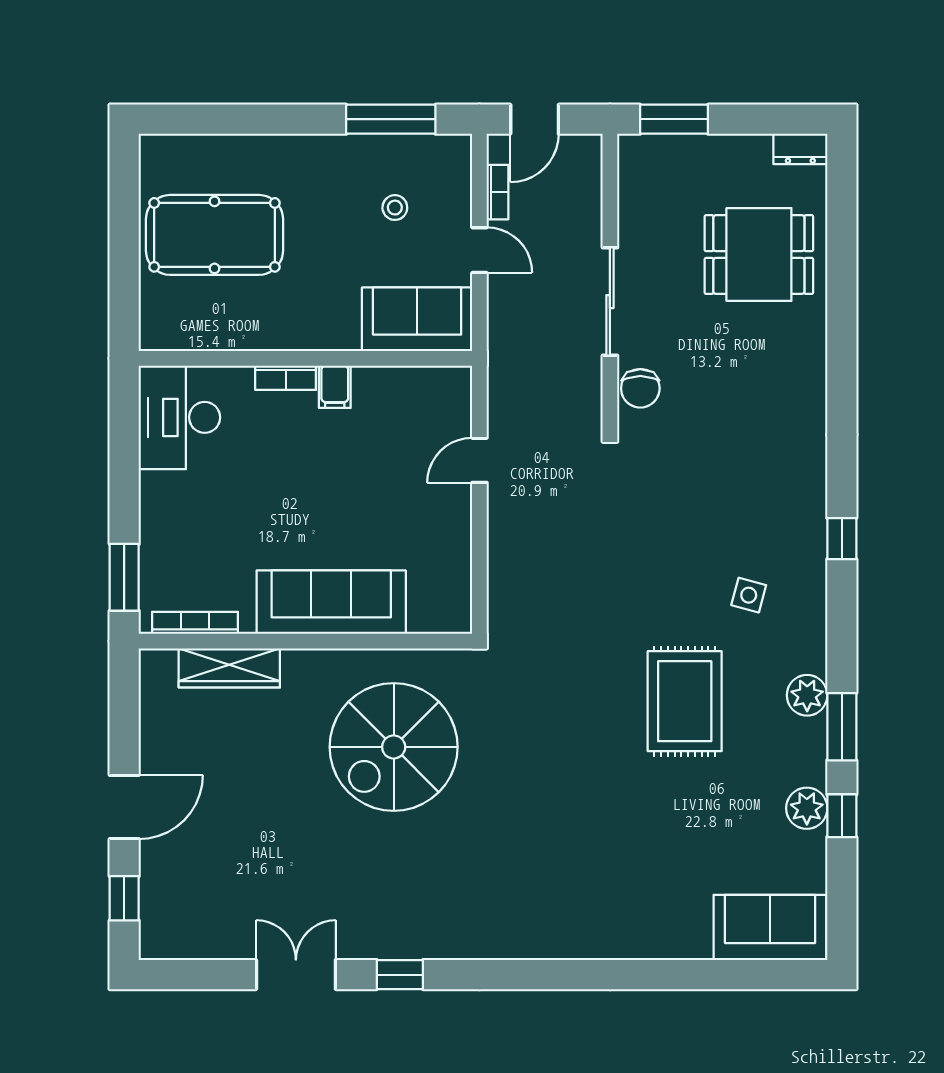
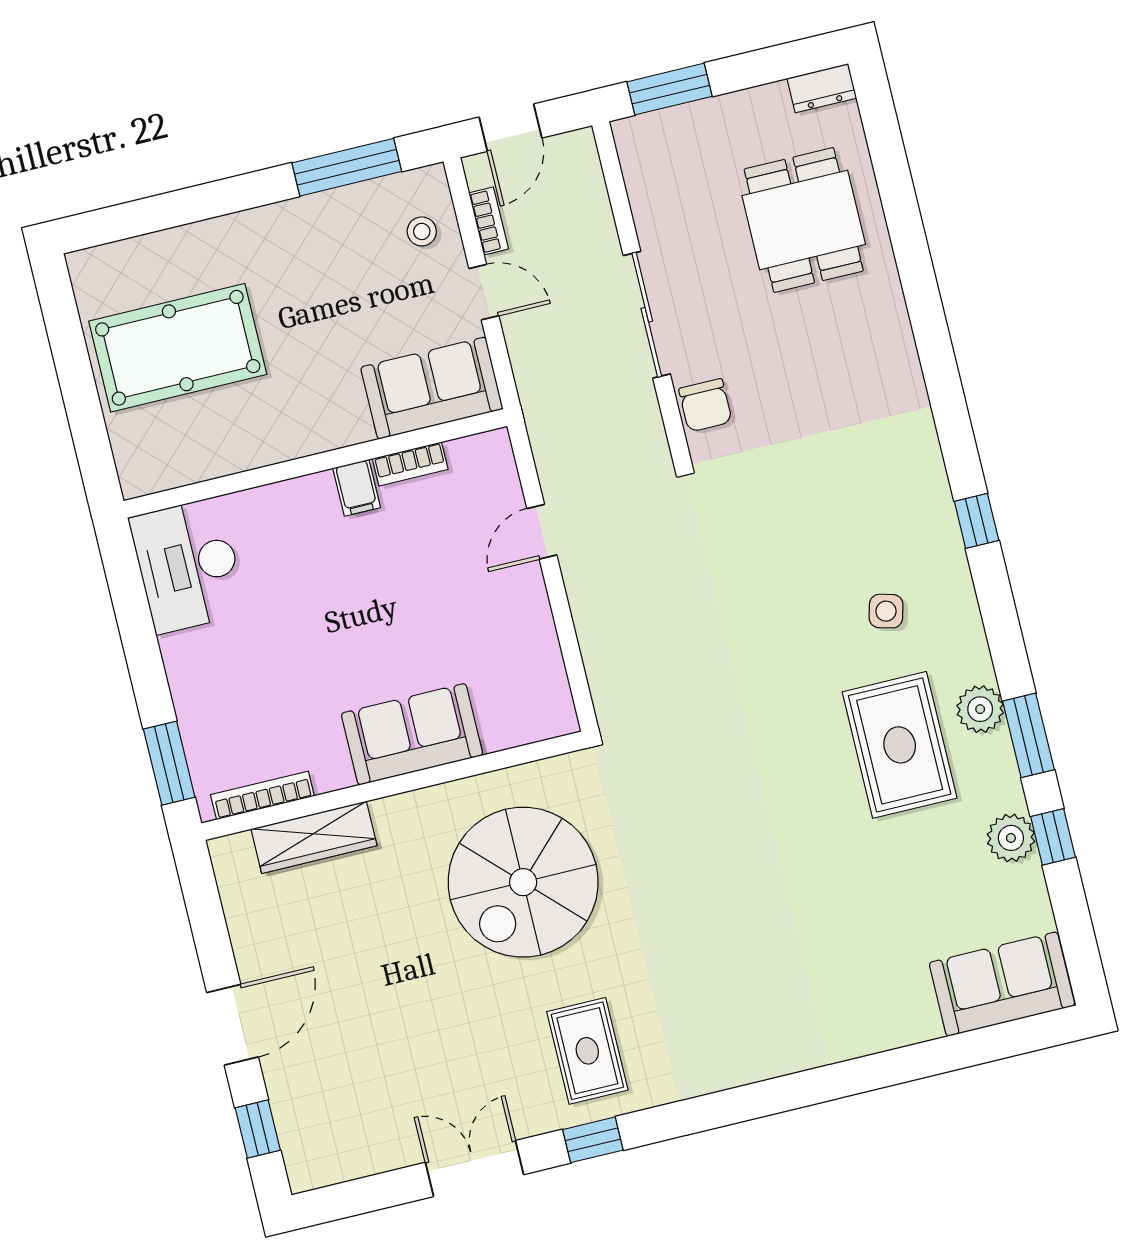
stool: (395, 208) -> (422, 231), moved
dining table: (759, 255) -> (804, 220), turned 90
bookcase: (286, 378) -> (410, 464), moved
sofa: (331, 602) -> (412, 734), width x0.73
rug: (685, 701) -> (900, 745), moved
rug: (413, 900) -> (587, 1051), added

